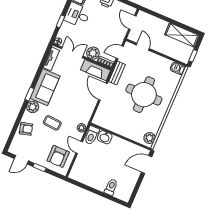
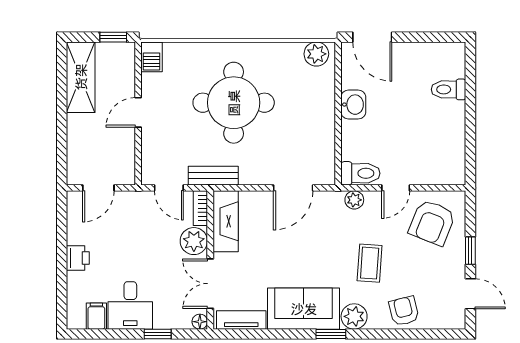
door: (143, 47) -> (138, 112), moved
door: (103, 92) -> (293, 188), moved
washbasin: (105, 137) -> (353, 105), moved
armchair: (58, 156) -> (432, 223), turned 112

